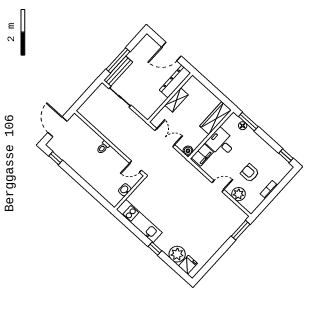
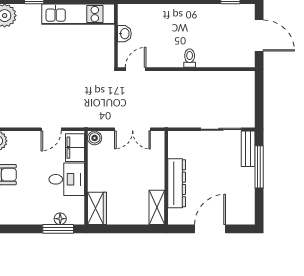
bench: (118, 71) -> (248, 149), width x0.73
dresser: (175, 81) -> (177, 183), moved
shelving: (177, 100) -> (157, 207), moved
wardrobe: (215, 118) -> (97, 208), width x0.67
door: (218, 186) -> (51, 129), moved

